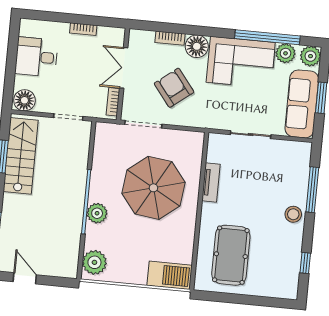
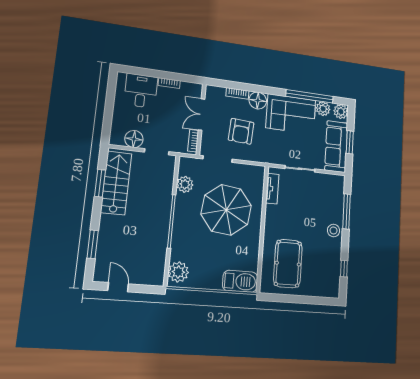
desk: (36, 57) -> (141, 91), moved, turned 90
armchair: (174, 88) -> (241, 131), turned -138
floor lamp: (24, 100) -> (134, 139), moved
tv unit: (211, 183) -> (272, 189), moved
plant: (97, 213) -> (185, 184), moved

